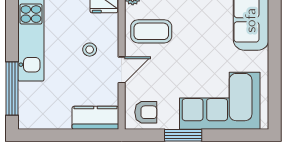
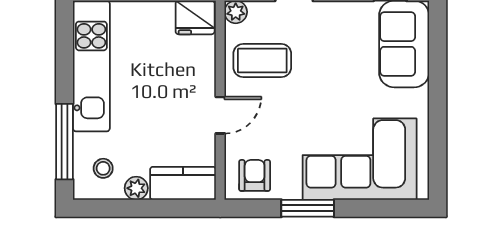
stool: (90, 50) -> (103, 168), moved
armchair: (146, 112) -> (255, 175), turned -90
plant: (63, 121) -> (136, 188), added

